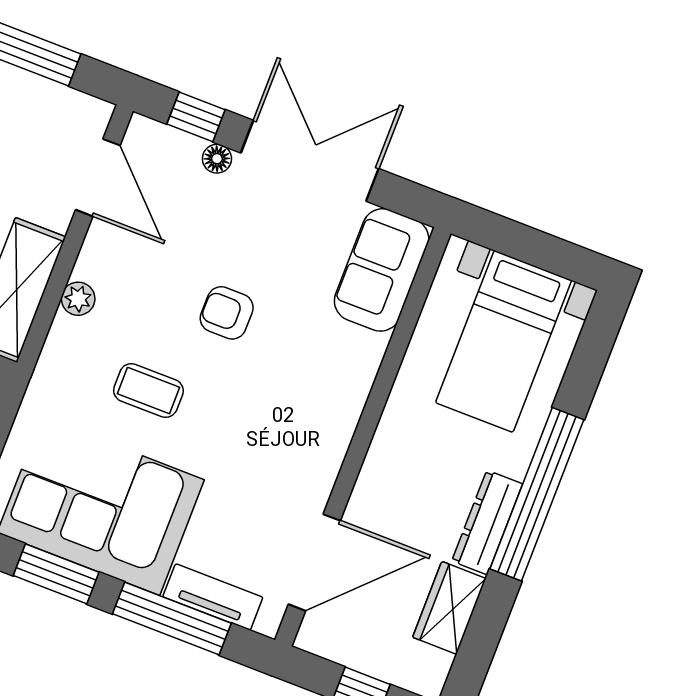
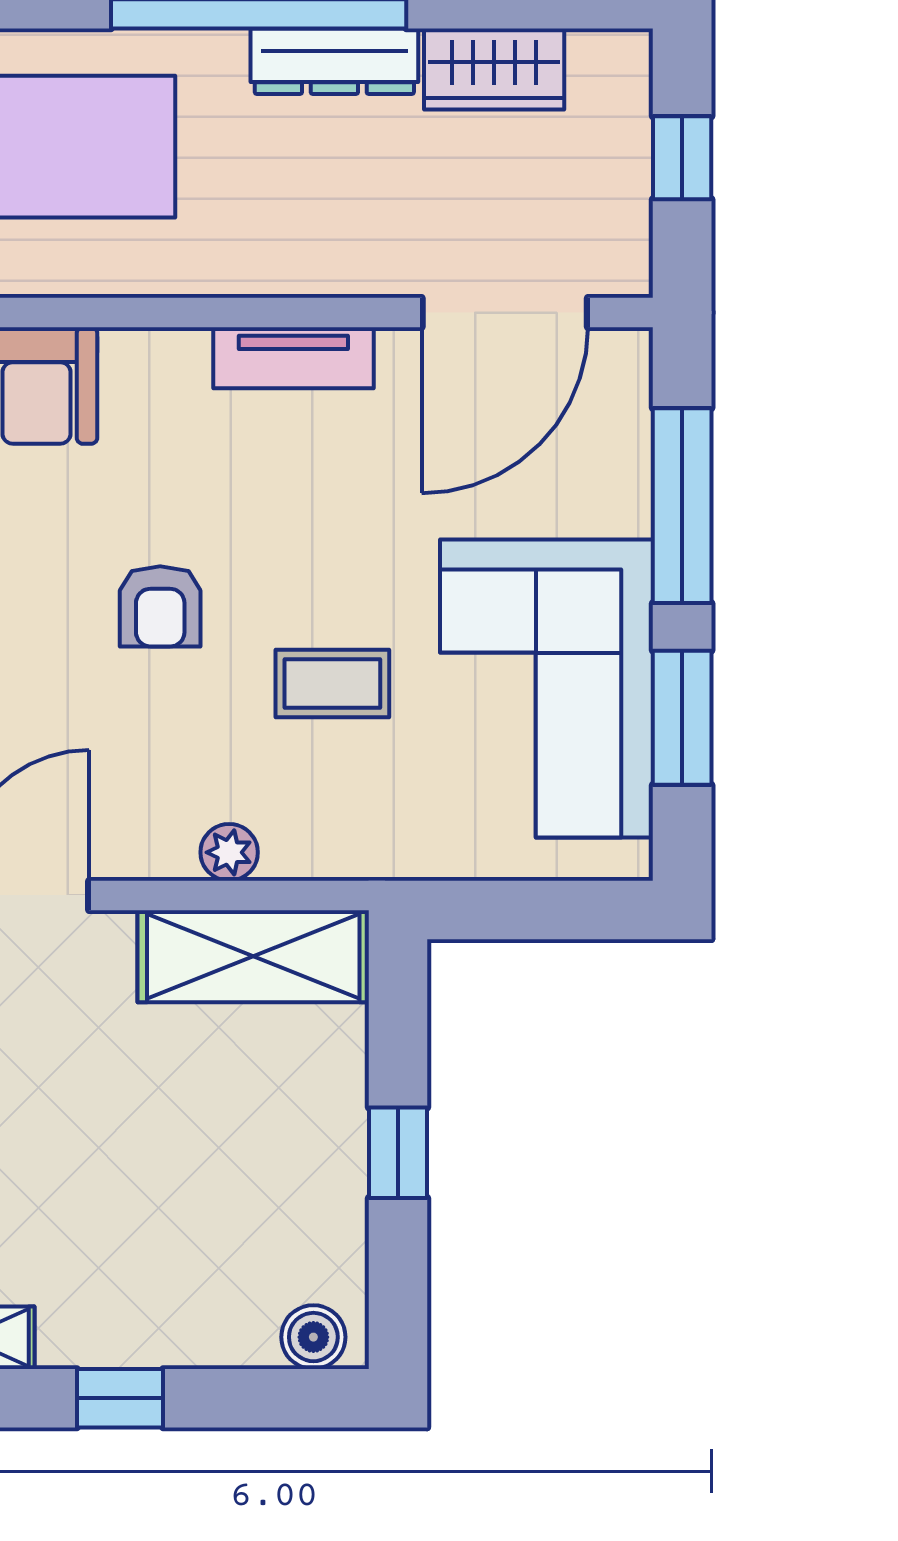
coffee table: (148, 390) -> (332, 683), turned 90
door: (314, 562) -> (505, 313), swing flipped
tv unit: (213, 597) -> (293, 358), moved, turned -90

